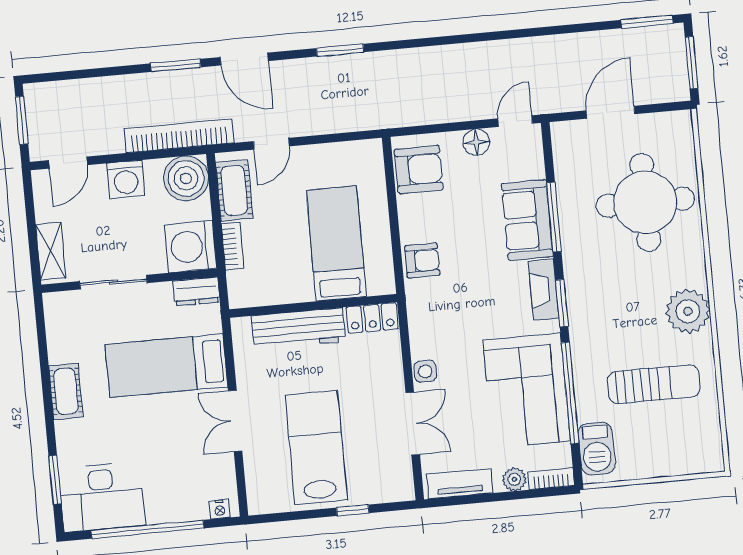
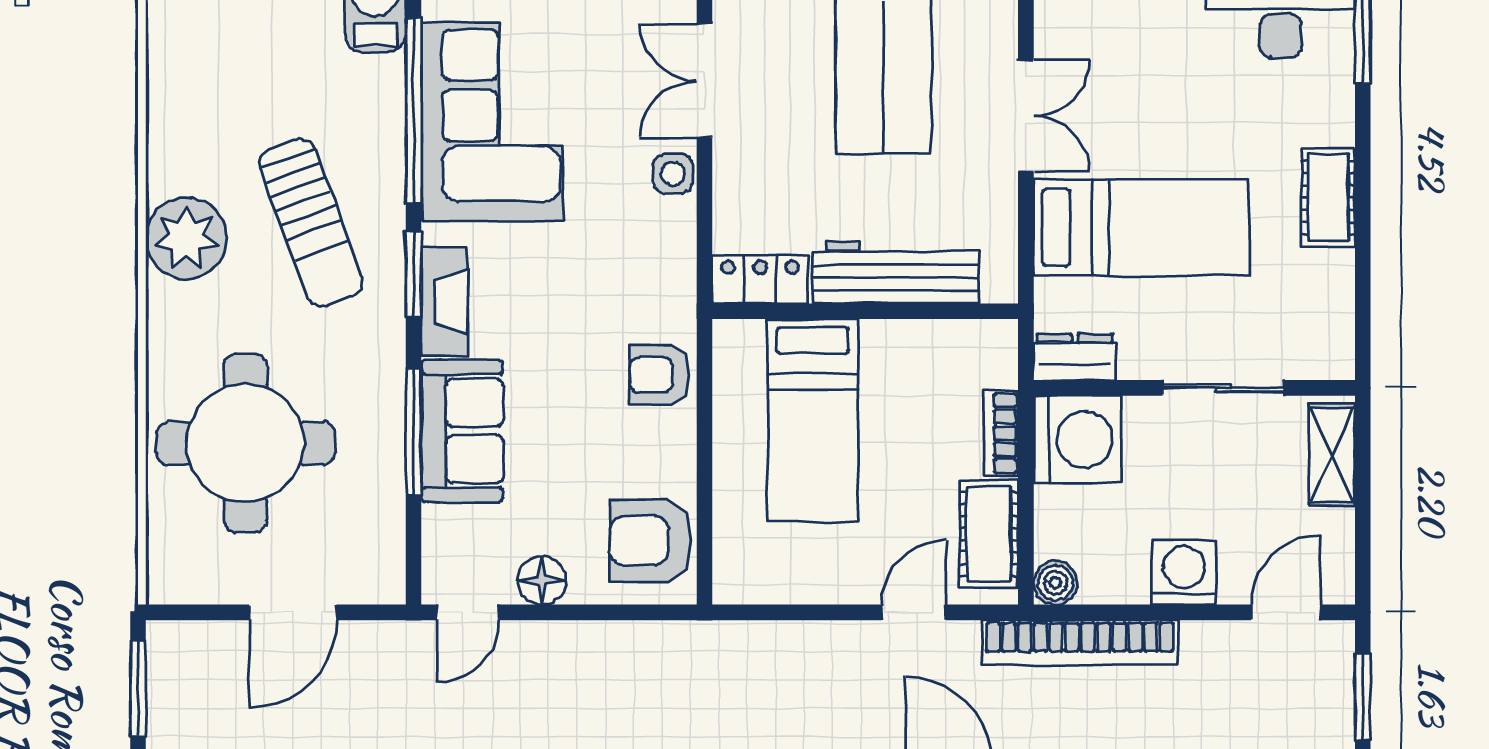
boiler: (186, 178) -> (1055, 583), width x0.54, depth x0.54
sun lounger: (654, 384) -> (311, 223), moved, turned -110

